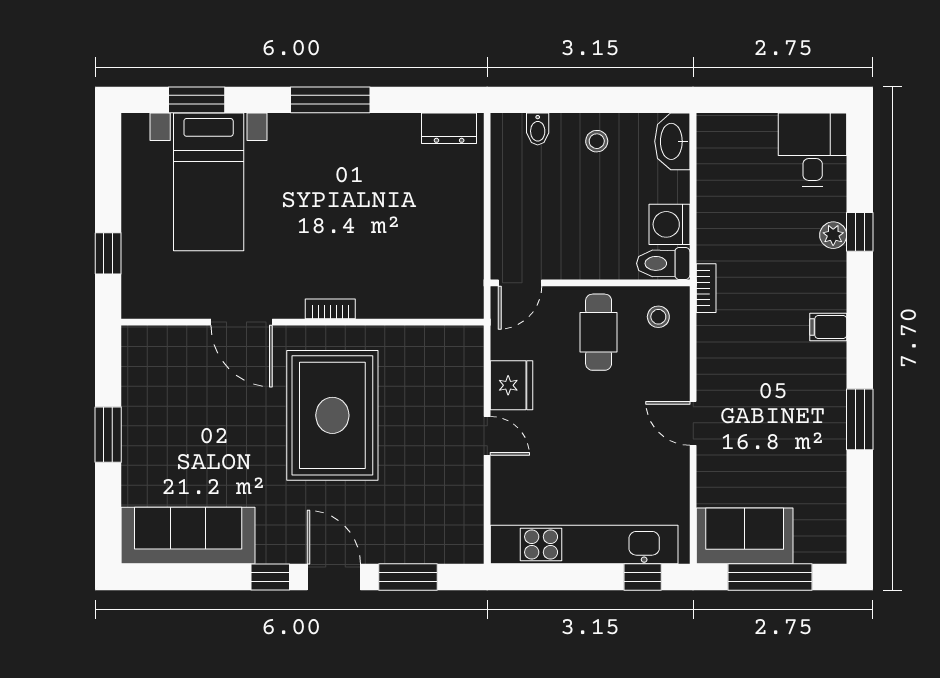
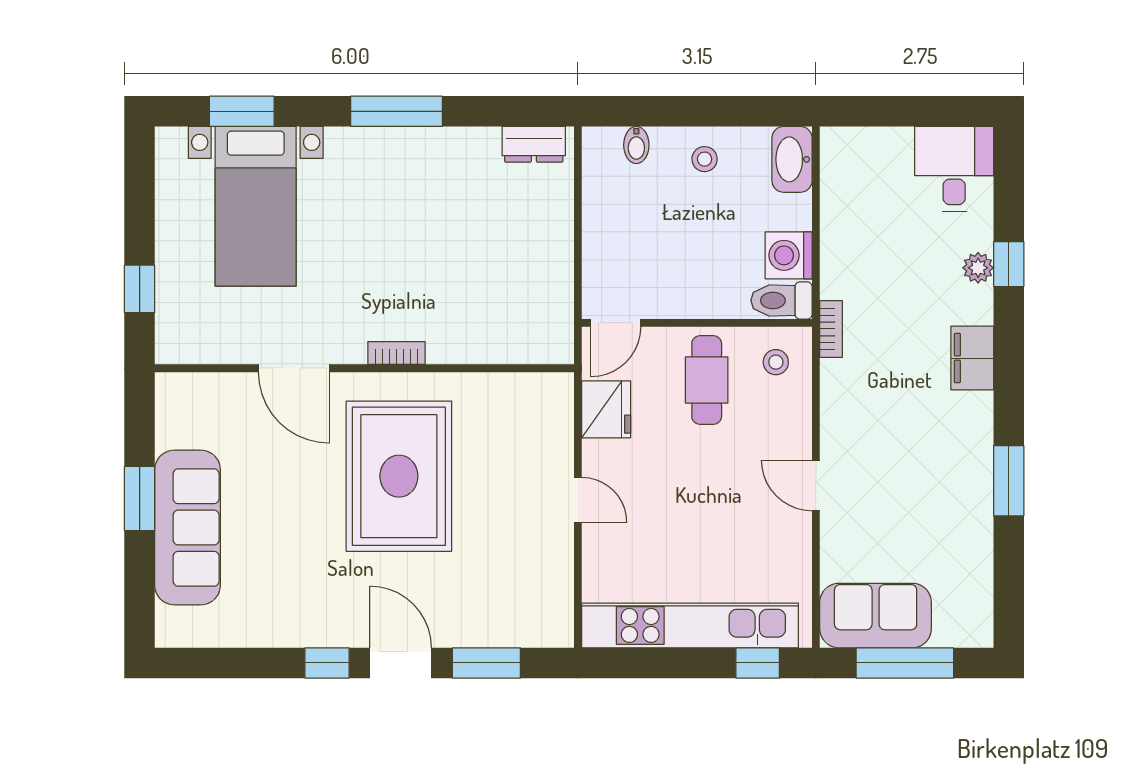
filing cabinet: (828, 327) -> (972, 358), width x2.00
fridge: (512, 385) -> (606, 409), moved
sofa: (188, 535) -> (188, 527), moved, turned 90

